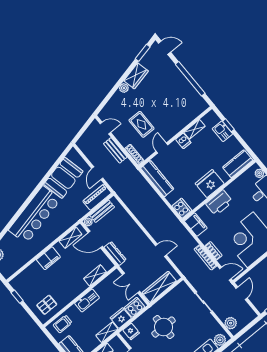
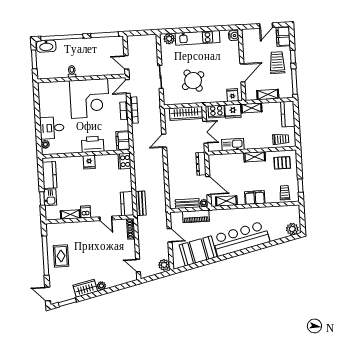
rug: (142, 124) -> (61, 256), moved
door: (162, 148) -> (106, 218), hinge flipped
bench: (115, 150) -> (141, 203), moved
kitchen counter: (238, 164) -> (50, 175), moved, turned -90
door: (97, 173) -> (170, 235), hinge flipped
kitchen counter: (157, 178) -> (127, 204), width x0.67
fridge: (210, 184) -> (89, 162), width x0.53, depth x0.75
piano: (97, 197) -> (196, 216), moved
door: (161, 250) -> (164, 141), hinge flipped
door: (225, 274) -> (128, 86), hinge flipped
shelving: (95, 275) -> (255, 157), moved
trolley: (26, 281) -> (285, 193), added
door: (242, 293) -> (126, 62), hinge flipped
kitchen sink: (87, 300) -> (233, 144), moved
plant: (231, 323) -> (164, 265), moved
round table: (164, 327) -> (193, 81), moved, turned -35

